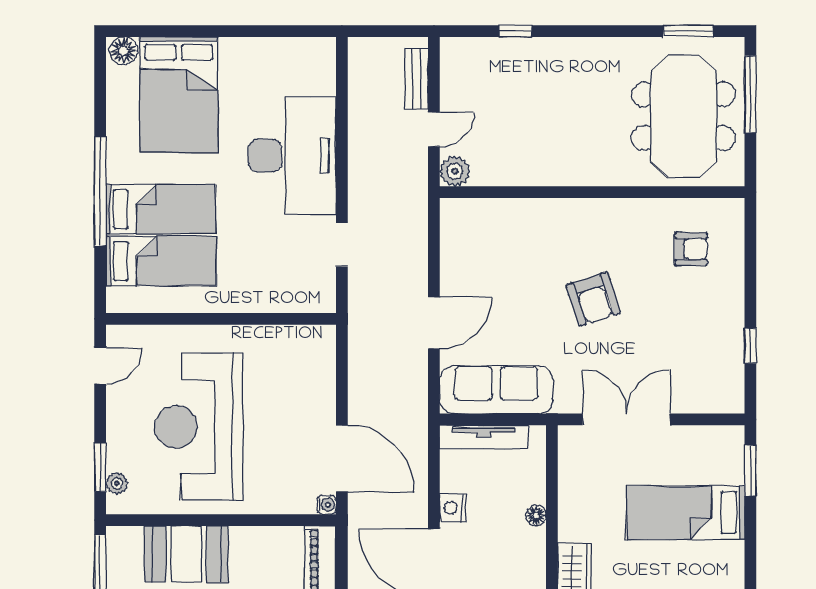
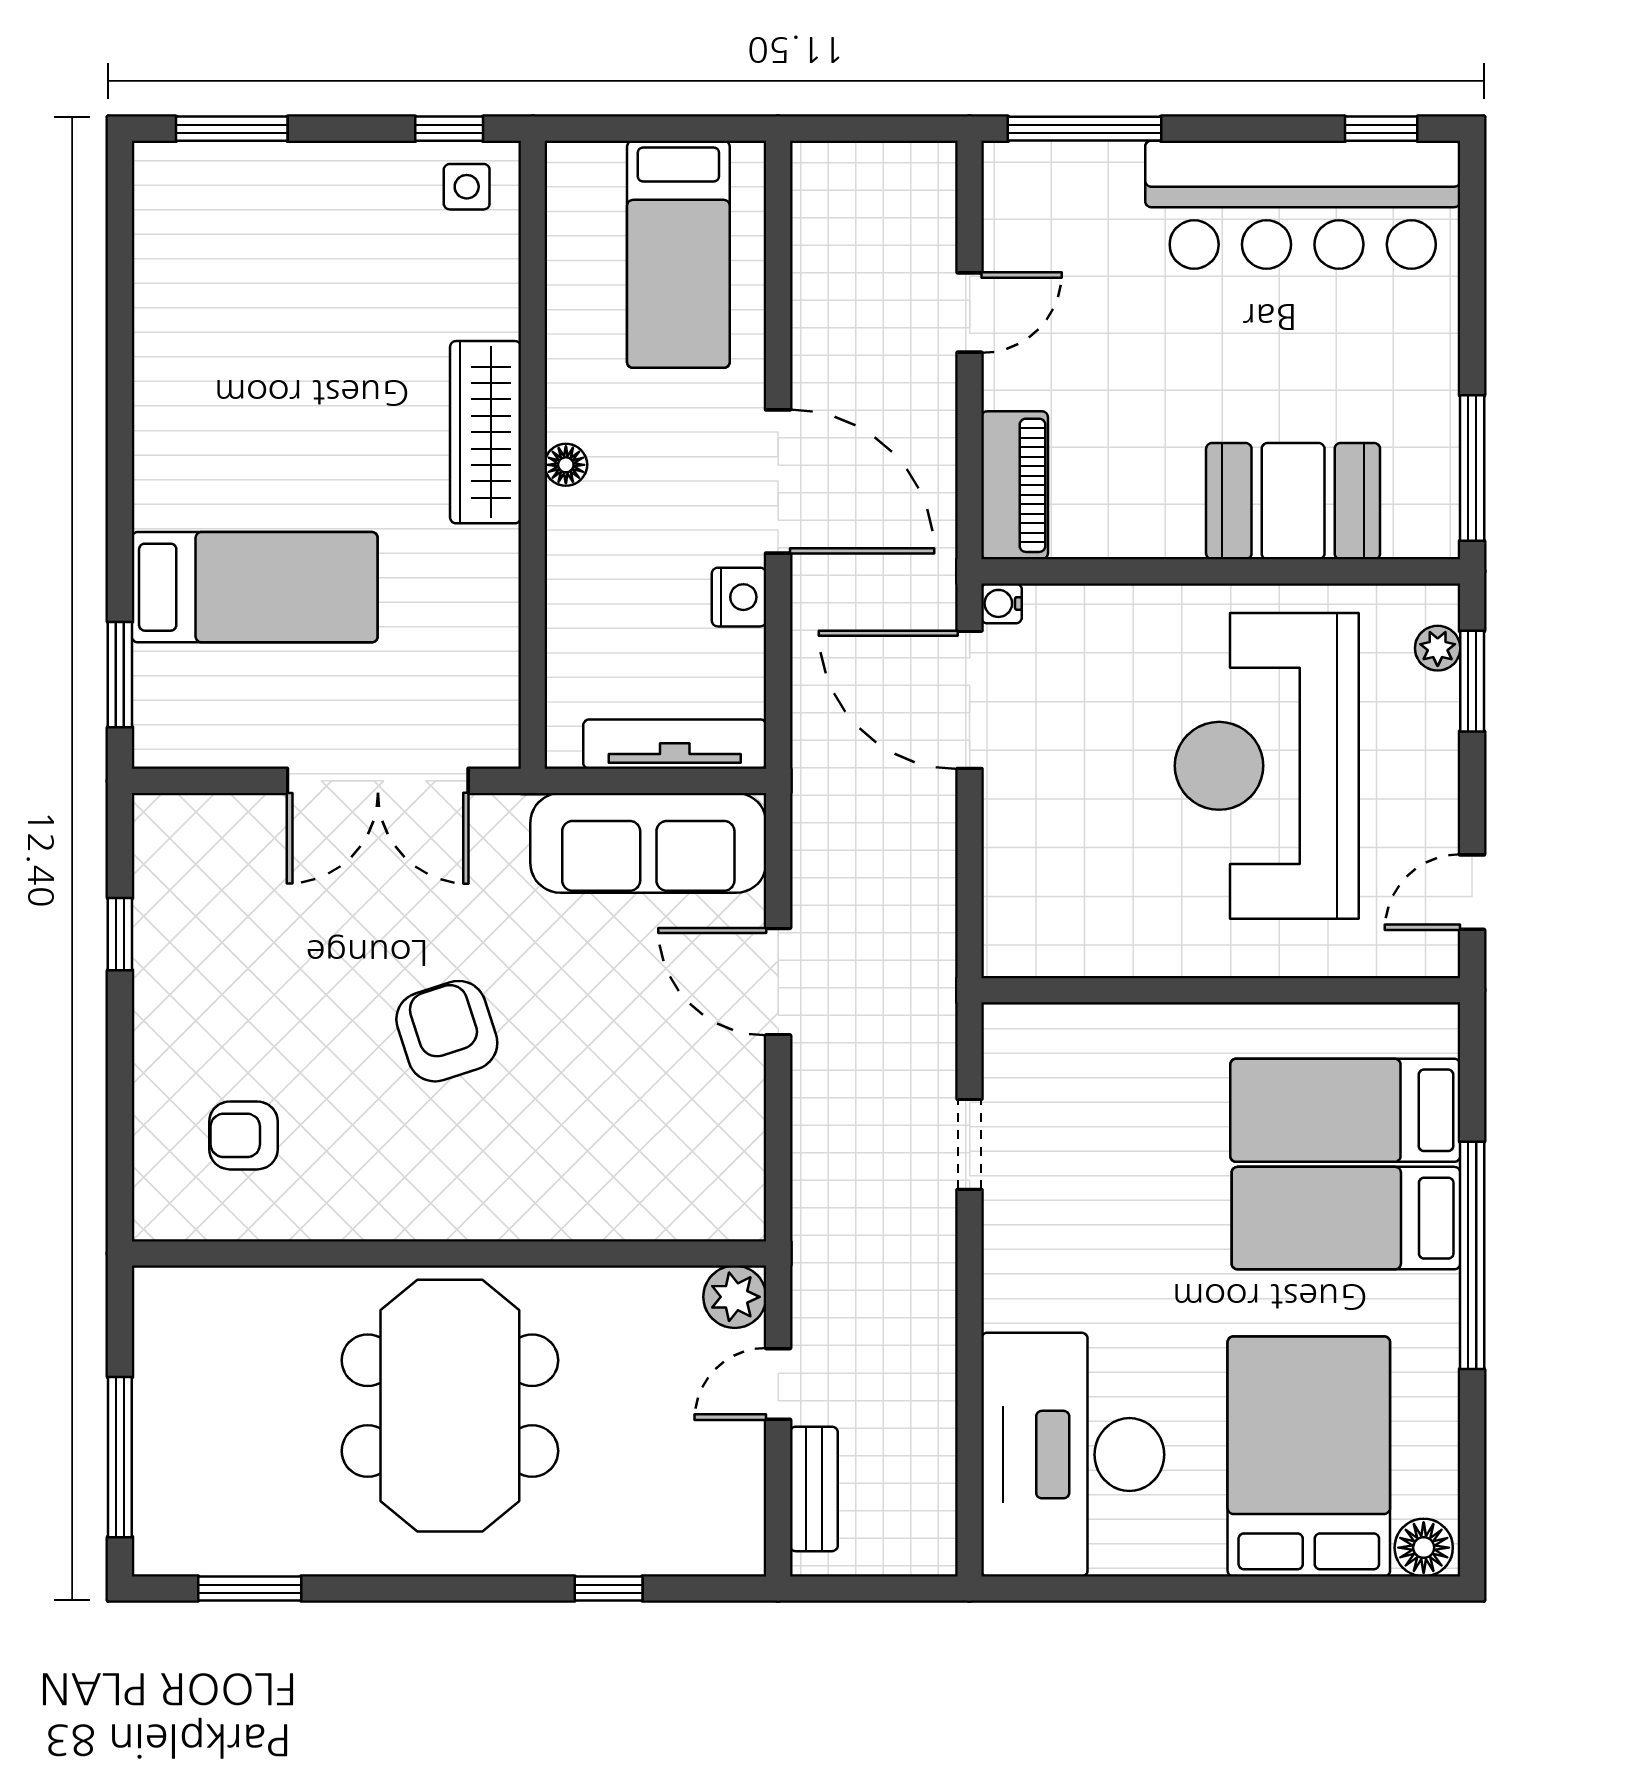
meeting table: (683, 116) -> (450, 1406), moved
desk: (292, 156) -> (1073, 1455), moved
door: (434, 323) -> (778, 982), hinge flipped
reception desk: (199, 427) -> (1267, 766), turned 180
floor lamp: (536, 515) -> (566, 465), moved

